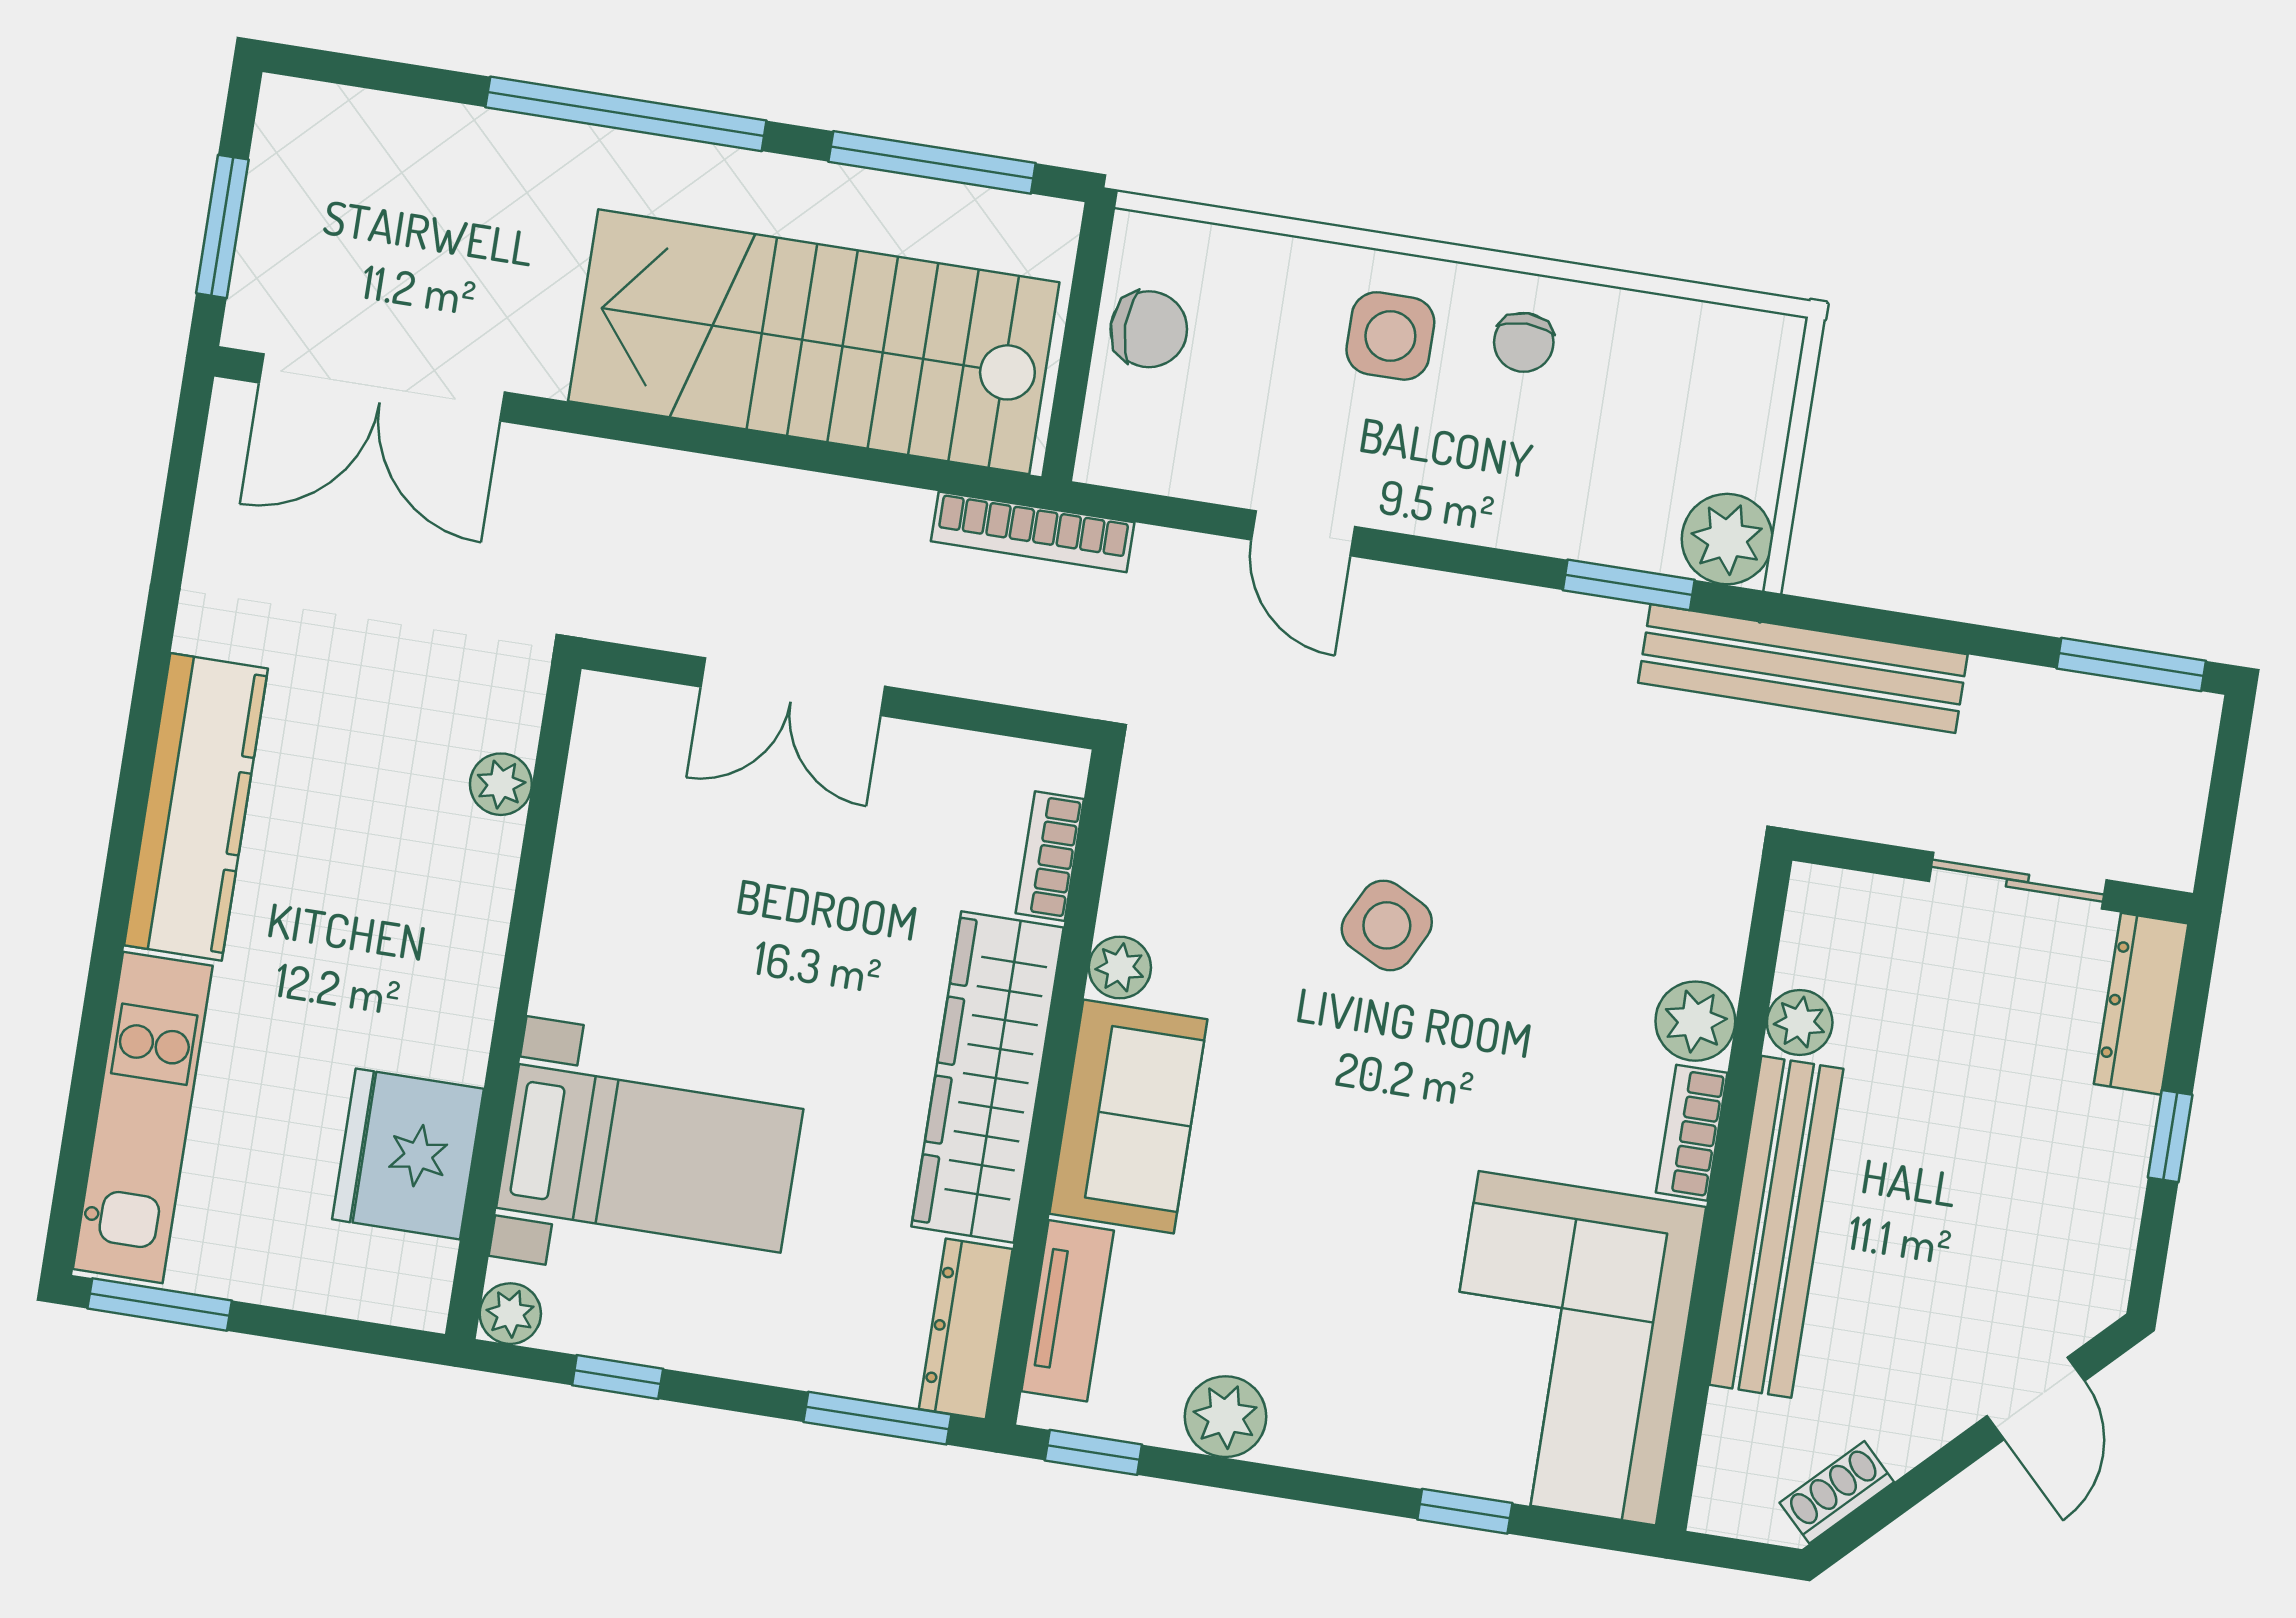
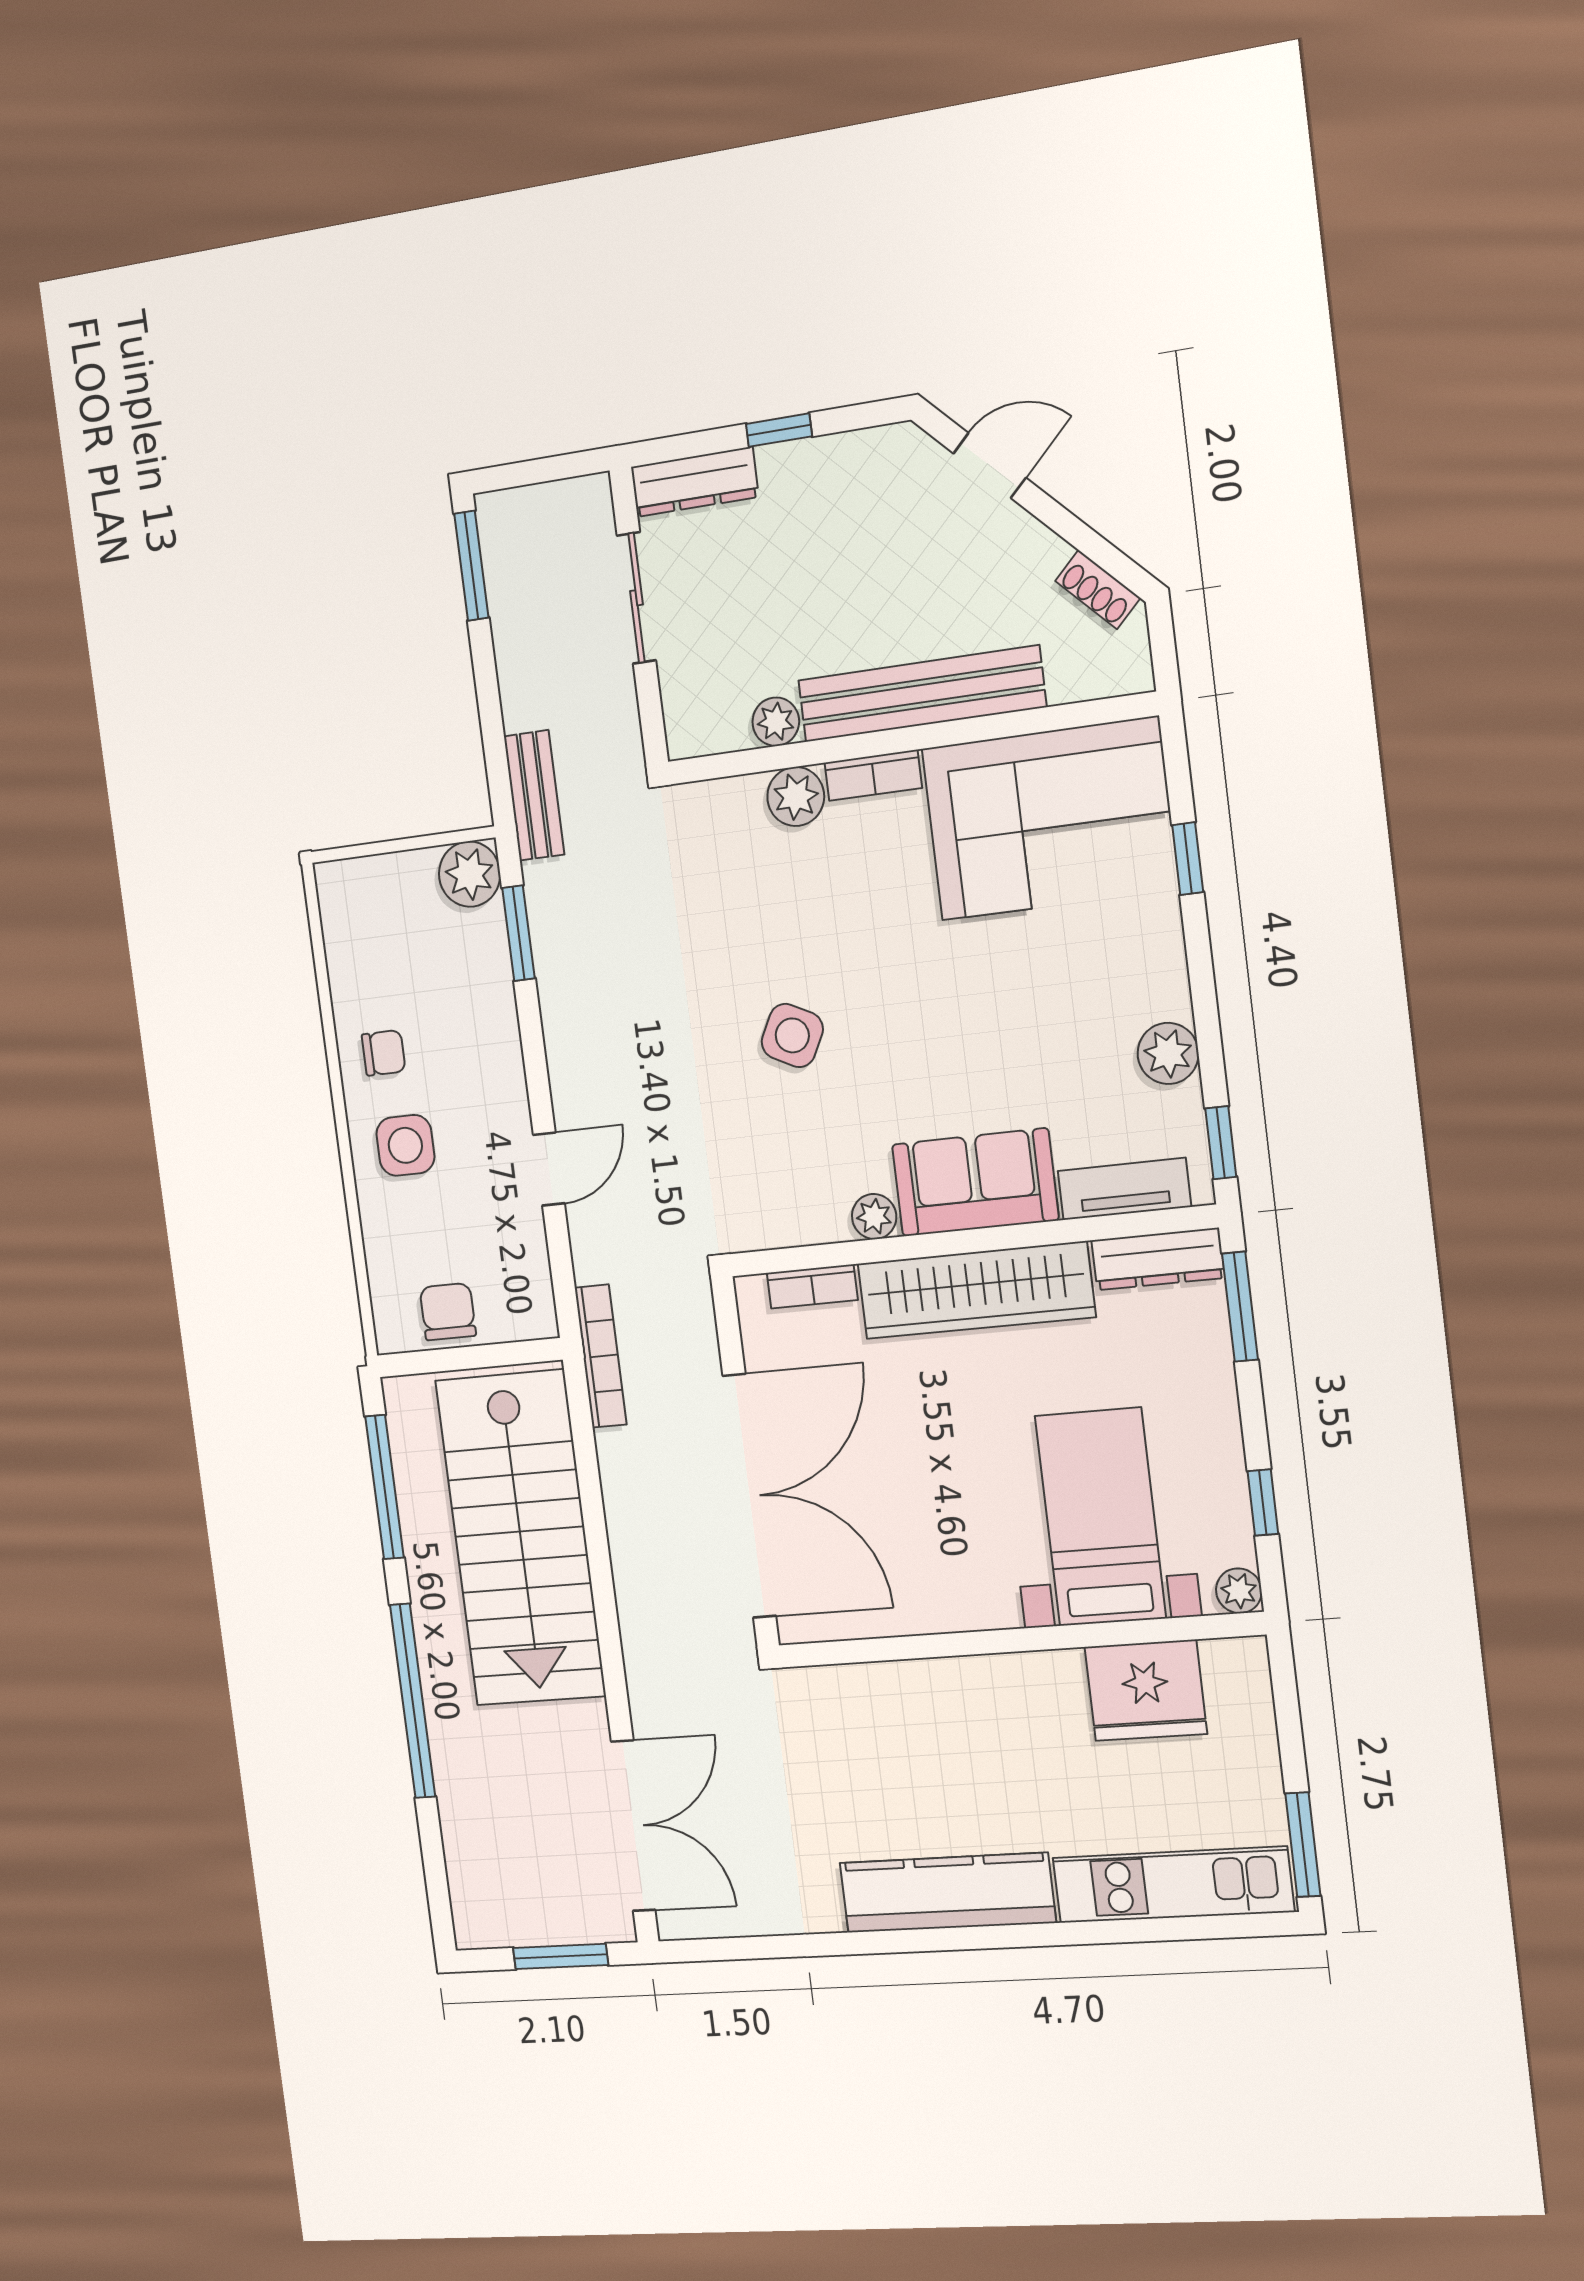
bench: (1803, 669) -> (534, 795), width x0.54, depth x0.82
double door: (793, 687) -> (749, 1496), width x1.87
plant: (501, 784) -> (872, 1683), removed

